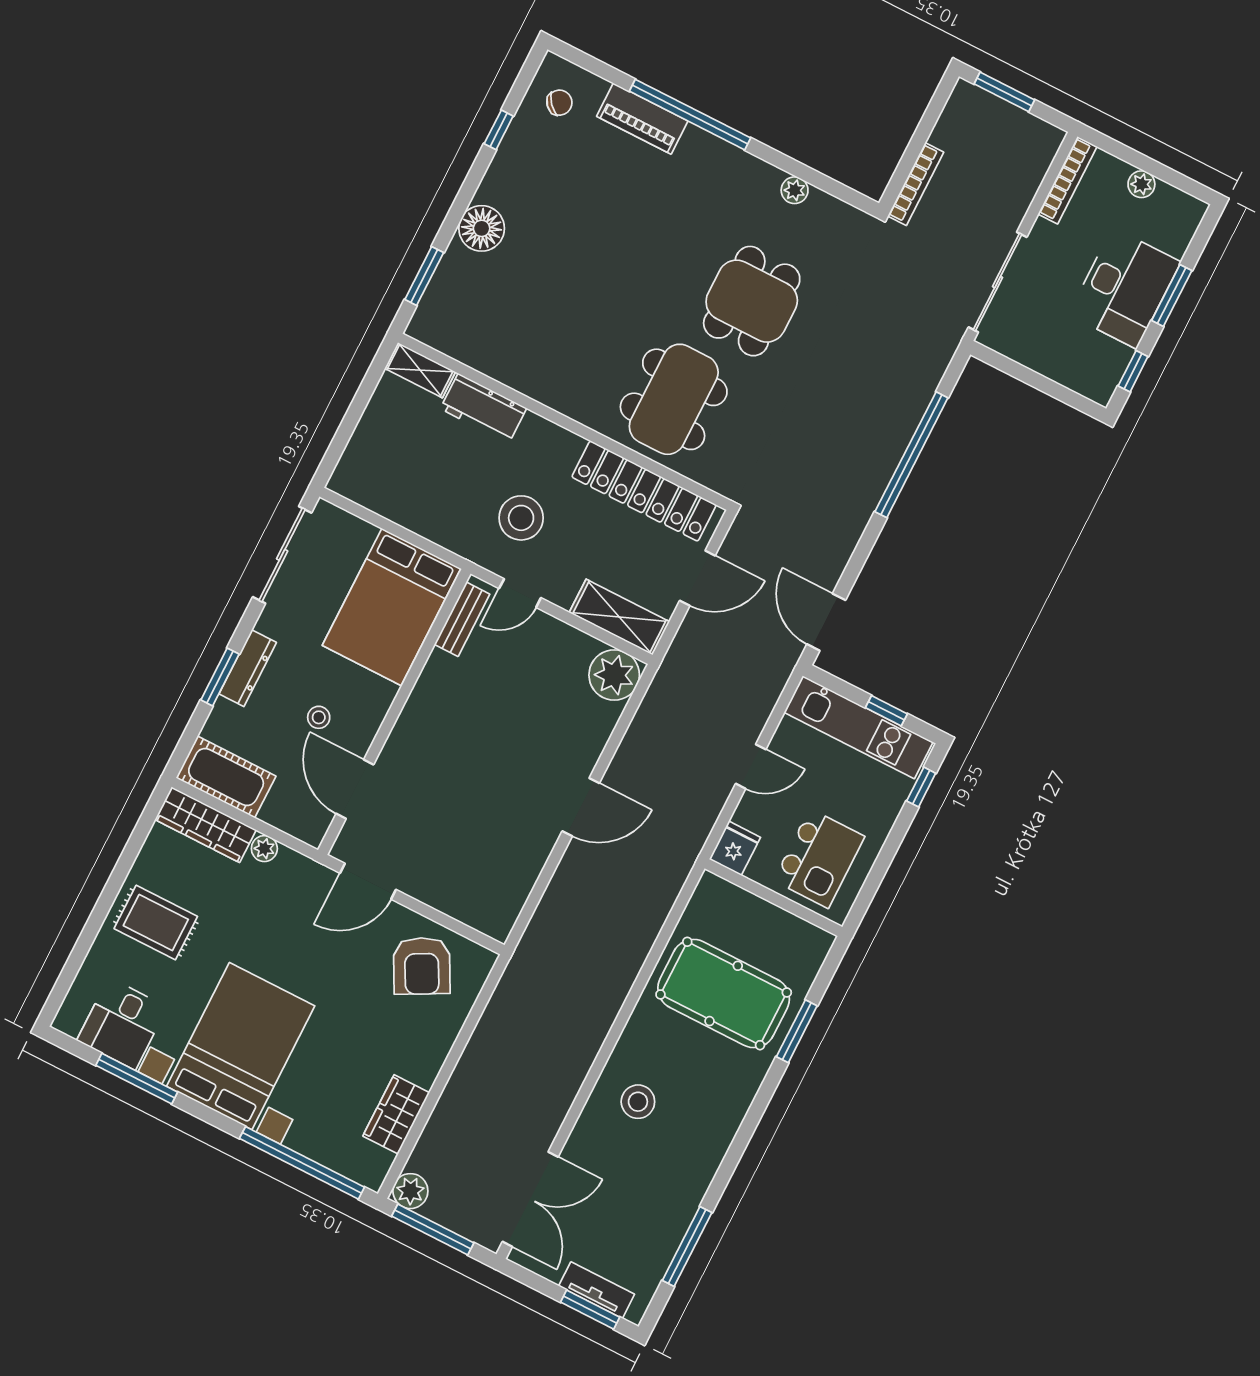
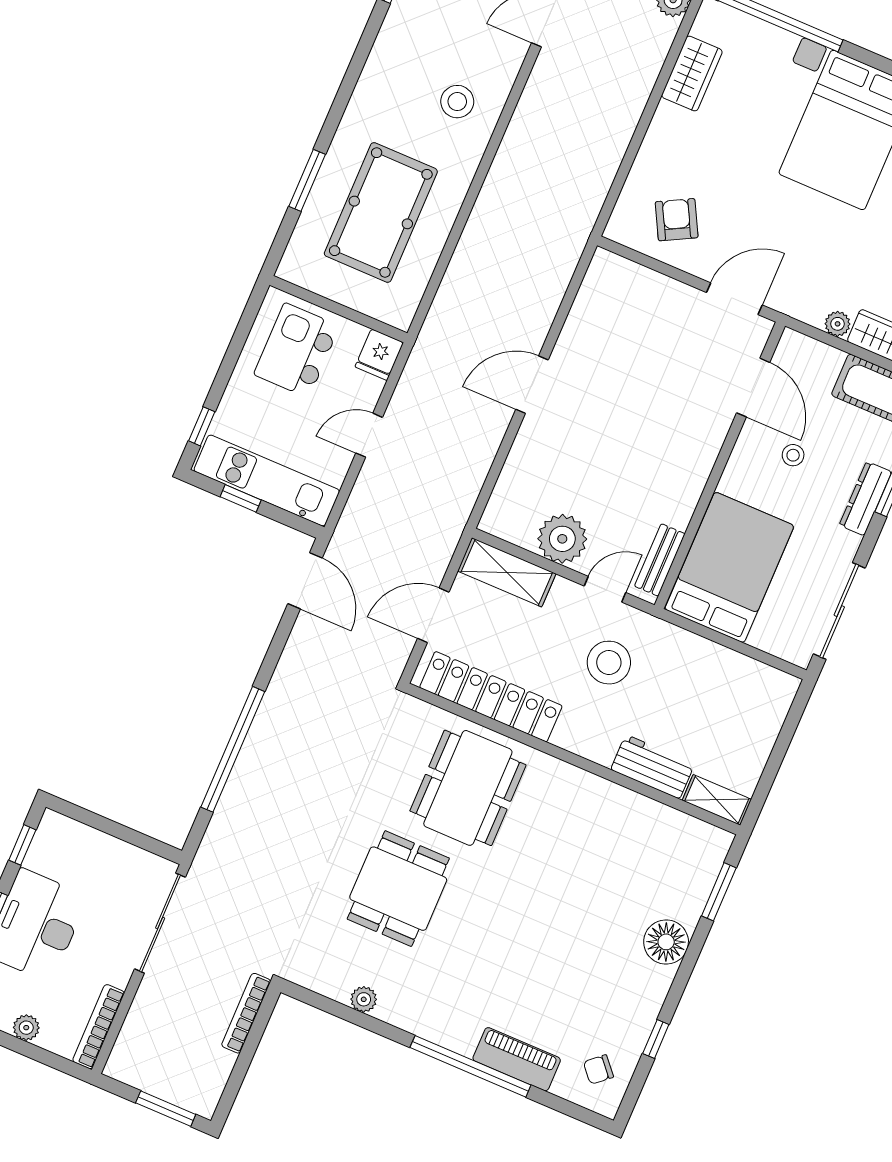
plant: (614, 675) -> (562, 539), moved
armchair: (422, 966) -> (677, 220), width x0.72, depth x0.72
pool table: (724, 993) -> (381, 212), turned 90

